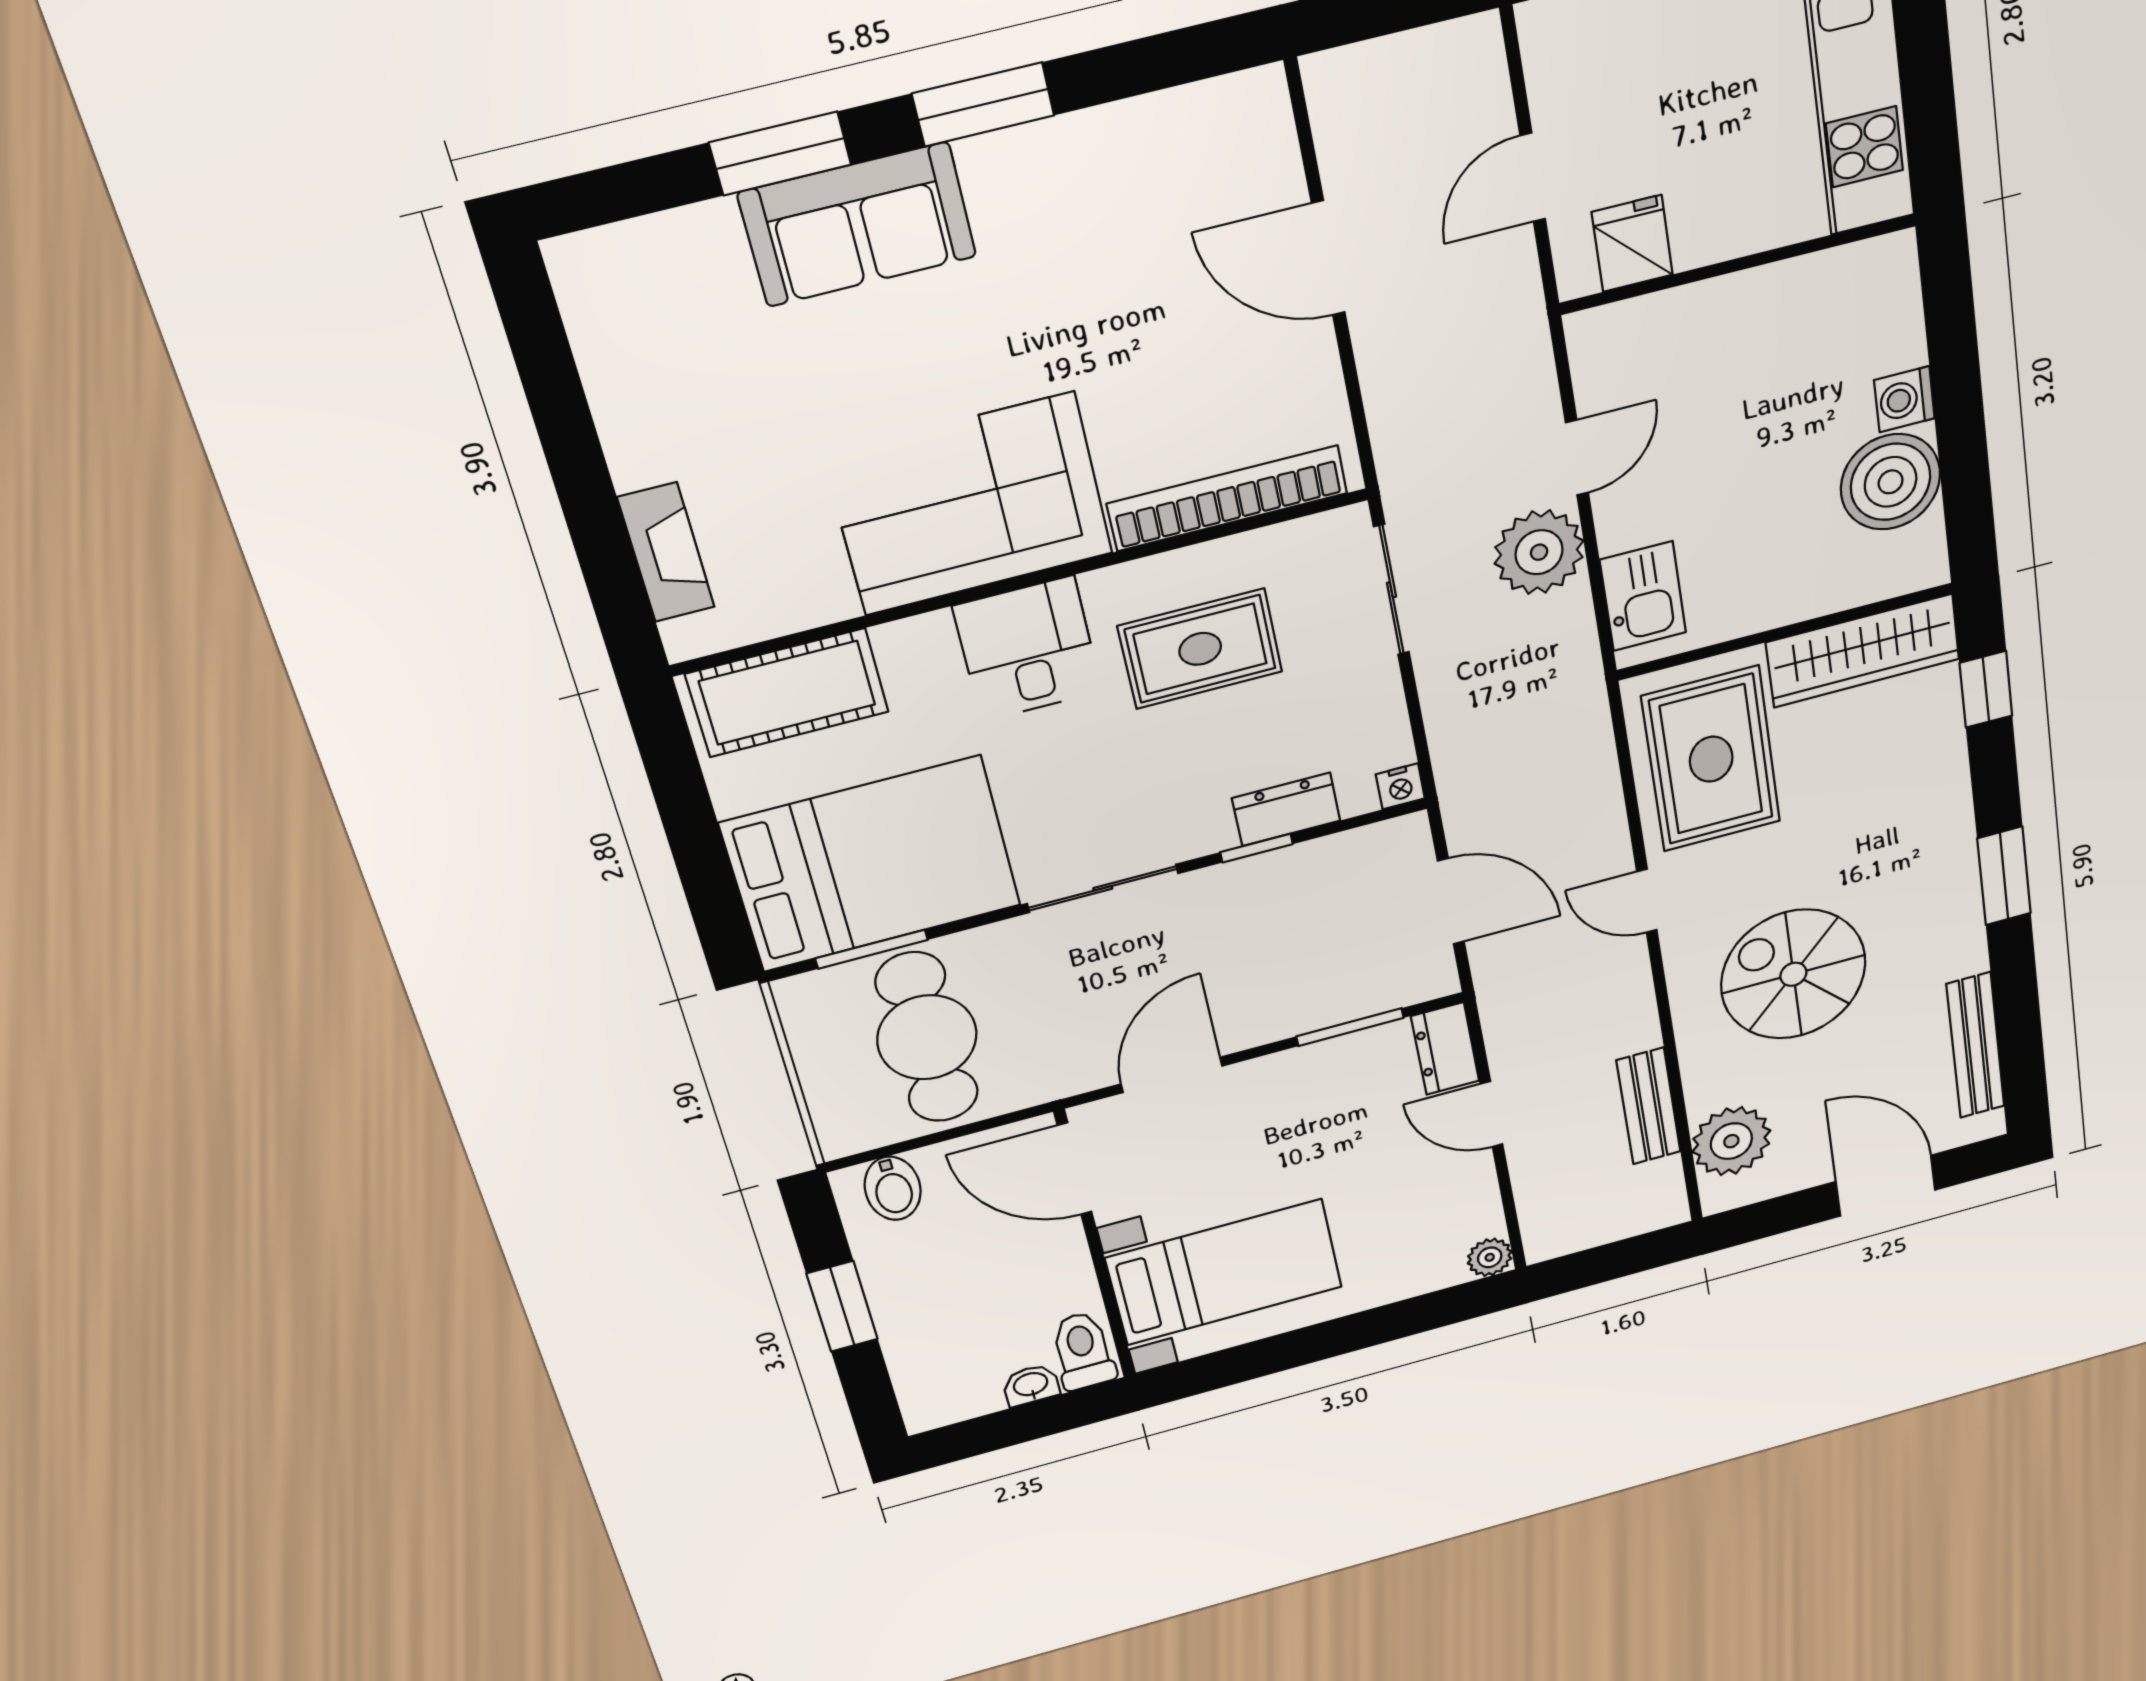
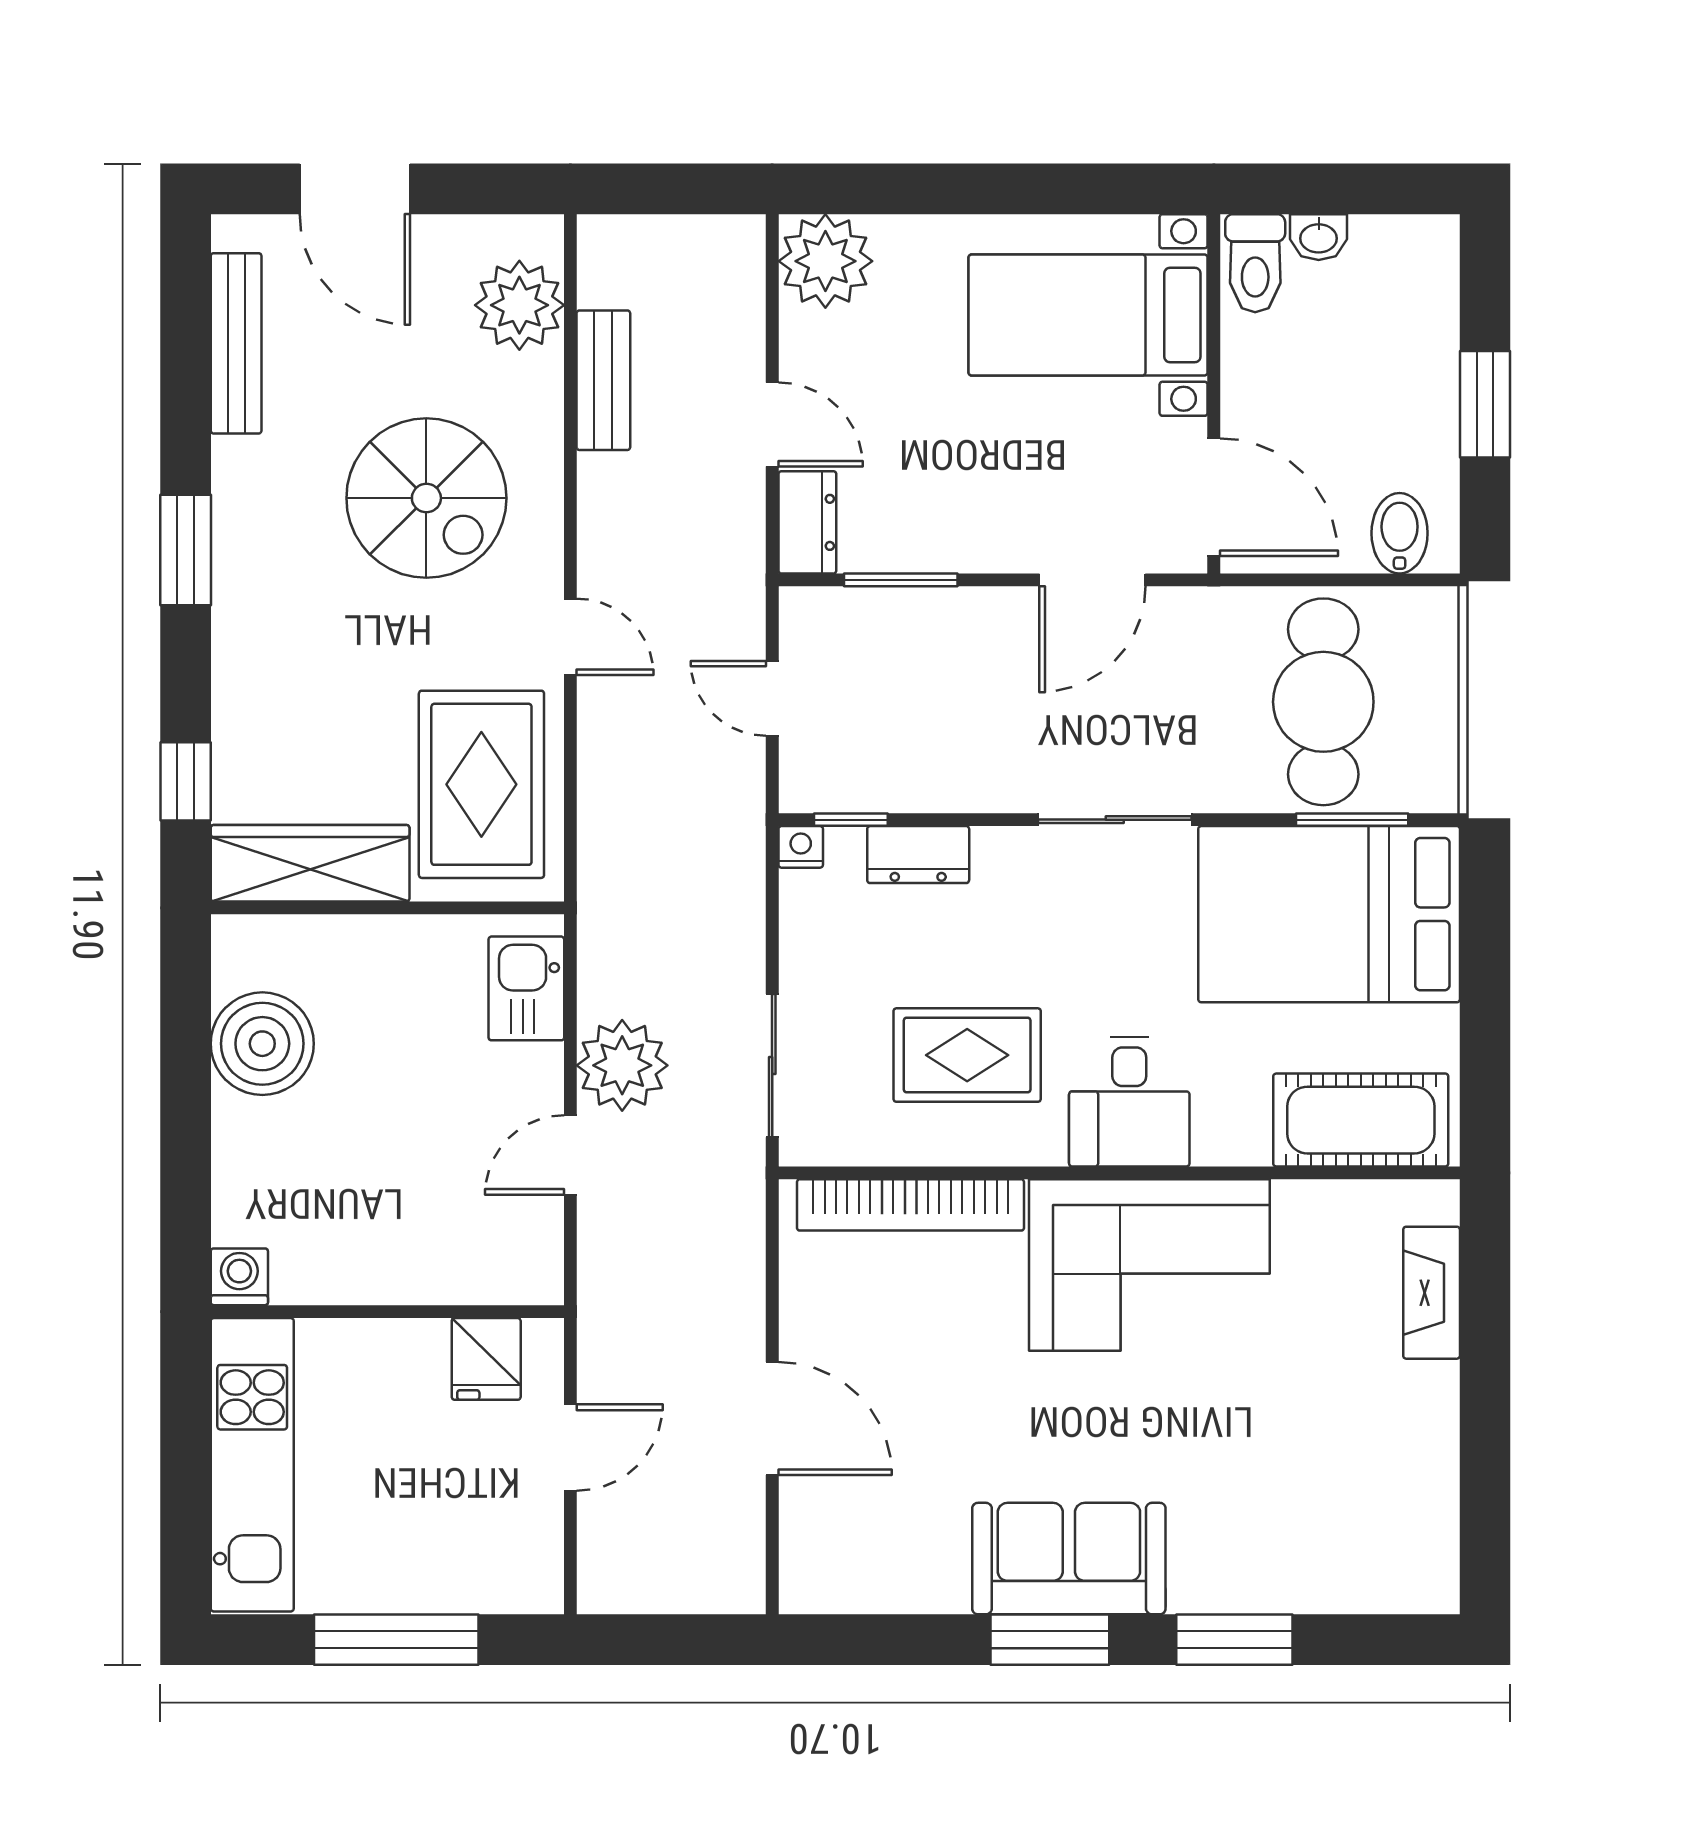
sofa: (858, 225) -> (1069, 1559), moved
washing machine: (1904, 399) -> (239, 1277), moved, turned -90
window: (1257, 848) -> (851, 820), moved
door: (1451, 901) -> (772, 698), width x0.73
plant: (1490, 1257) -> (825, 261), width x1.88, depth x1.88

